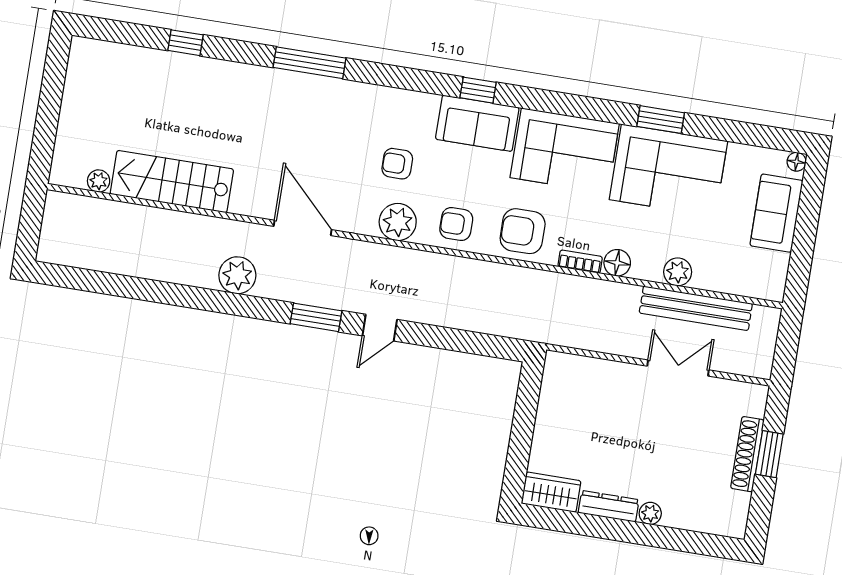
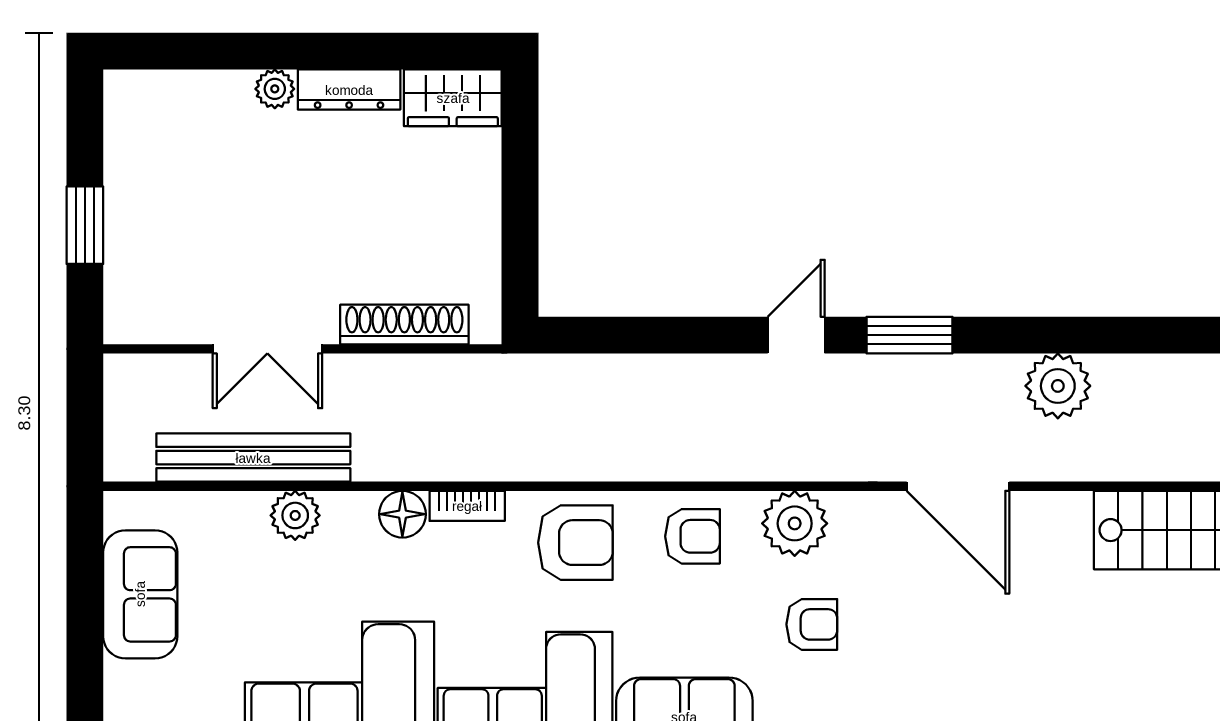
sofa: (776, 213) -> (140, 594), moved
shoe rack: (747, 454) -> (404, 324), moved, turned -90

